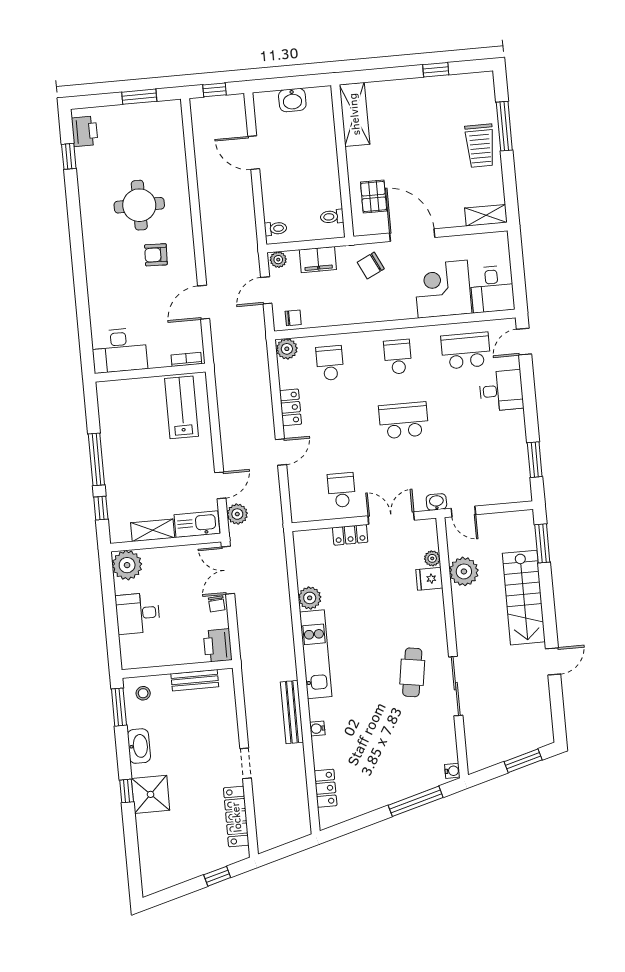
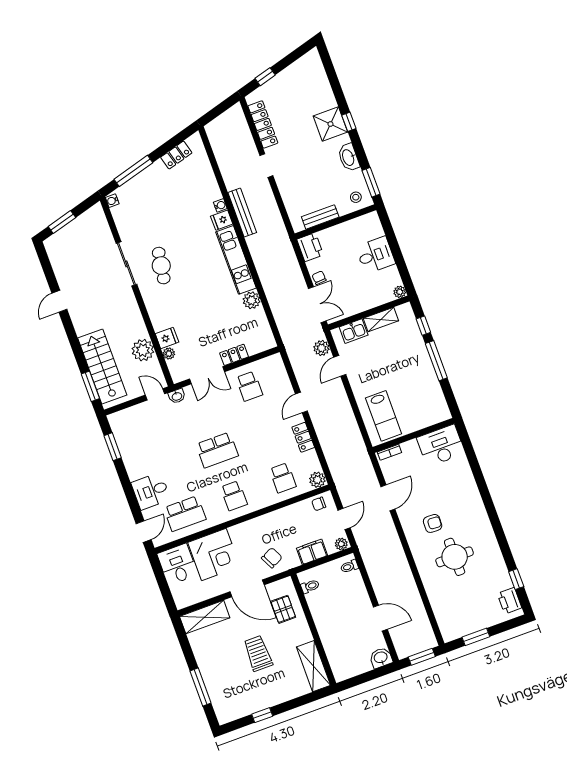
window: (214, 90) -> (422, 657), width x1.50
washbasin: (292, 100) -> (381, 658), moved
trolley: (480, 146) -> (258, 653), moved
shelving: (486, 215) -> (205, 617), width x1.50, depth x1.33
kitchen sink: (197, 524) -> (354, 331), width x0.73
plant: (127, 565) -> (400, 292), width x0.53, depth x0.53
stairs: (524, 598) -> (102, 366), moved
fridge: (320, 709) -> (222, 220), added
locker: (325, 788) -> (176, 155), moved, turned -105

